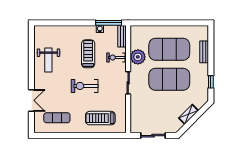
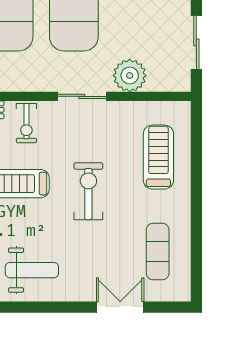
plant: (138, 57) -> (130, 76), moved
exercise bike: (85, 86) -> (88, 191), turned 180
treadmill: (100, 118) -> (158, 157), turned 180

